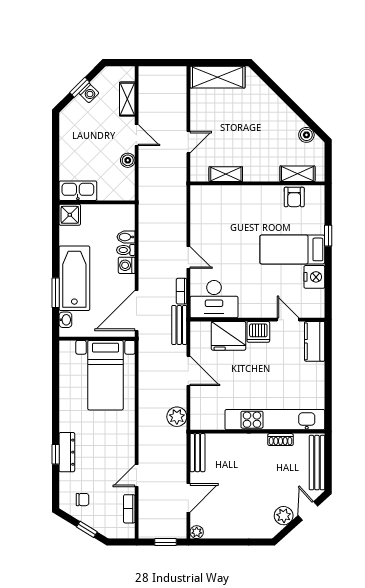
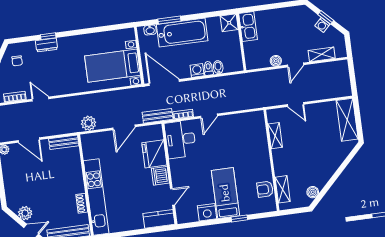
dresser: (67, 452) -> (46, 45), width x0.70

